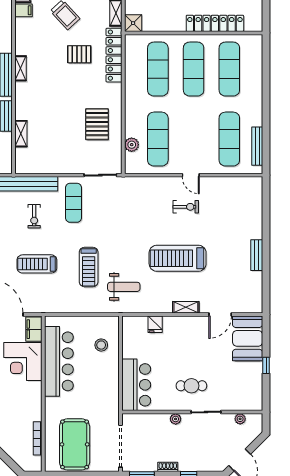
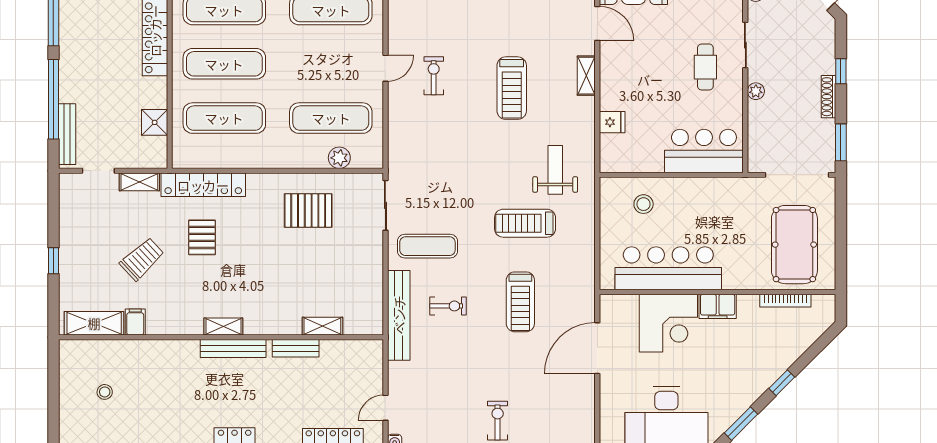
shower: (133, 23) -> (155, 122), moved
treadmill: (178, 258) -> (512, 88), width x0.73, depth x0.73
treadmill: (89, 267) -> (525, 223), turned 180
filing cabinet: (34, 329) -> (718, 306), moved
pool table: (75, 444) -> (794, 245), turned 90
shoe rack: (168, 467) -> (829, 97), width x1.43

